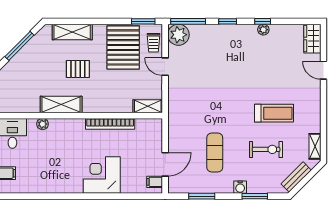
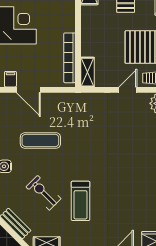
bookcase: (110, 124) -> (70, 58), moved
exercise bike: (266, 149) -> (44, 193), turned 135

